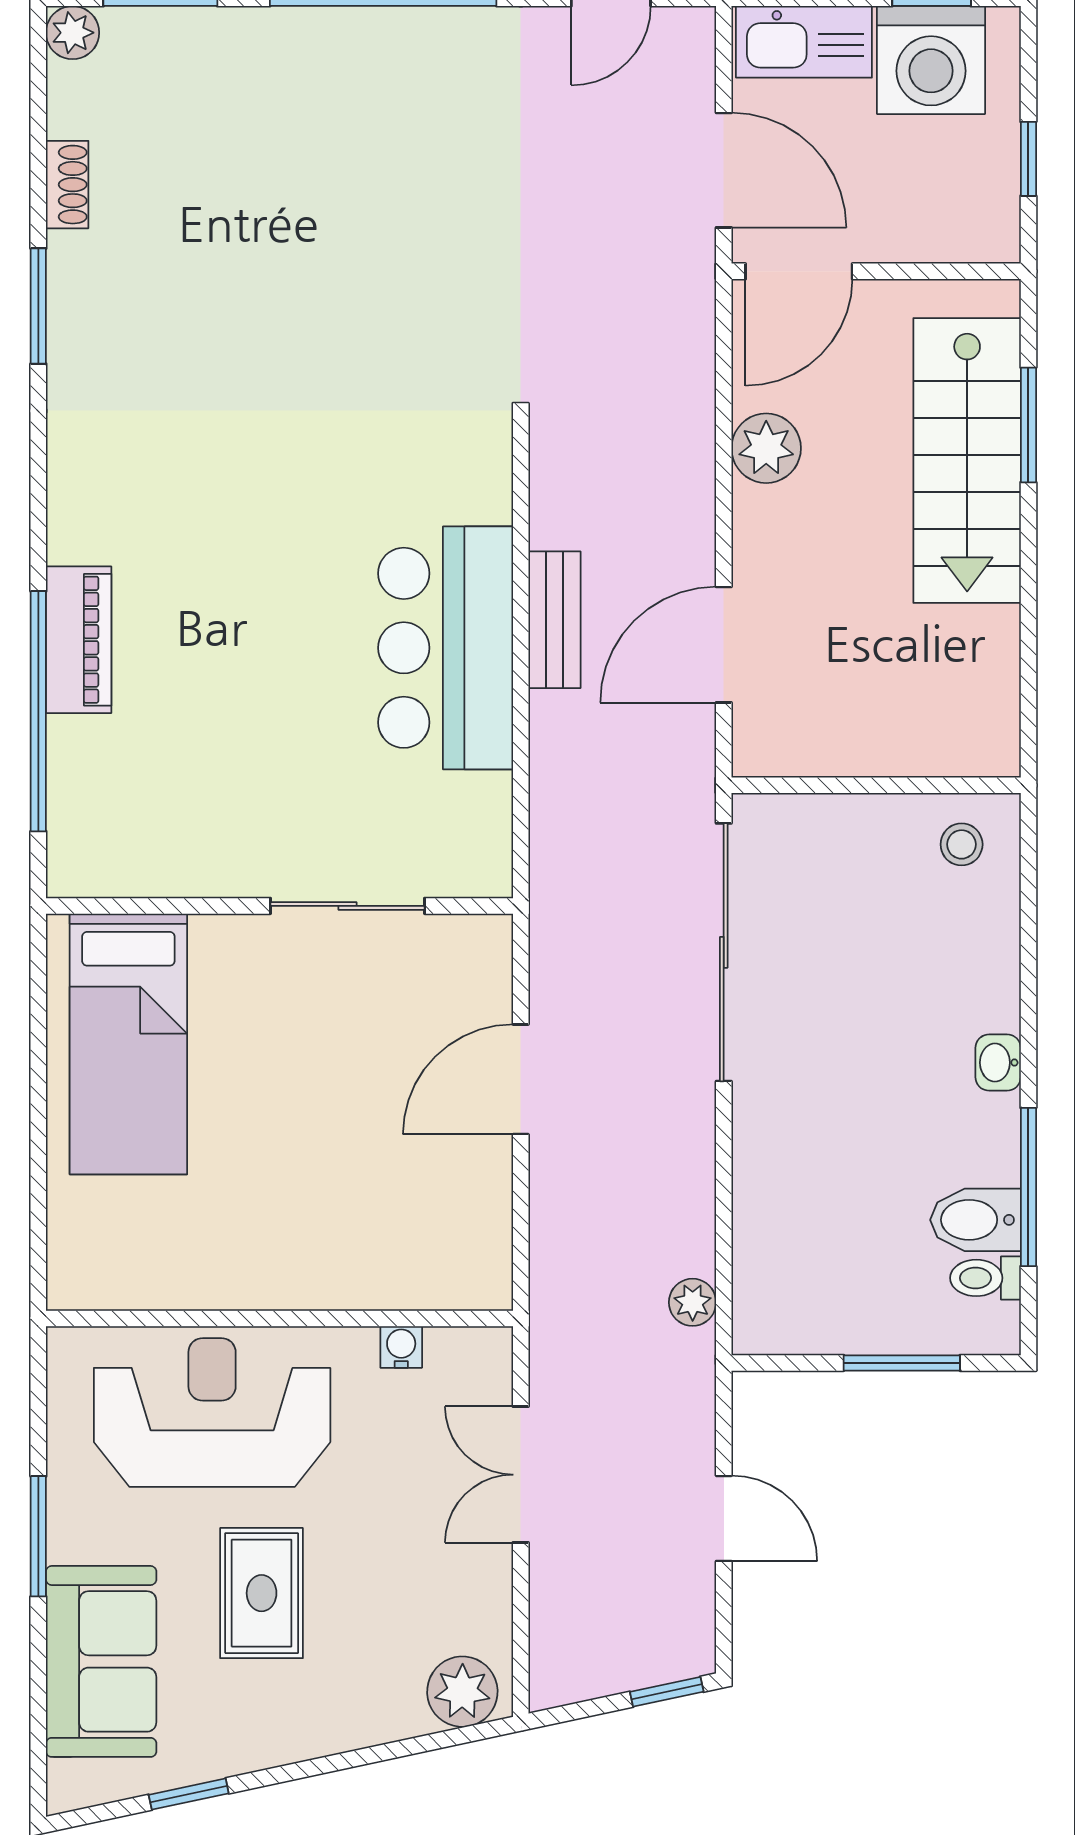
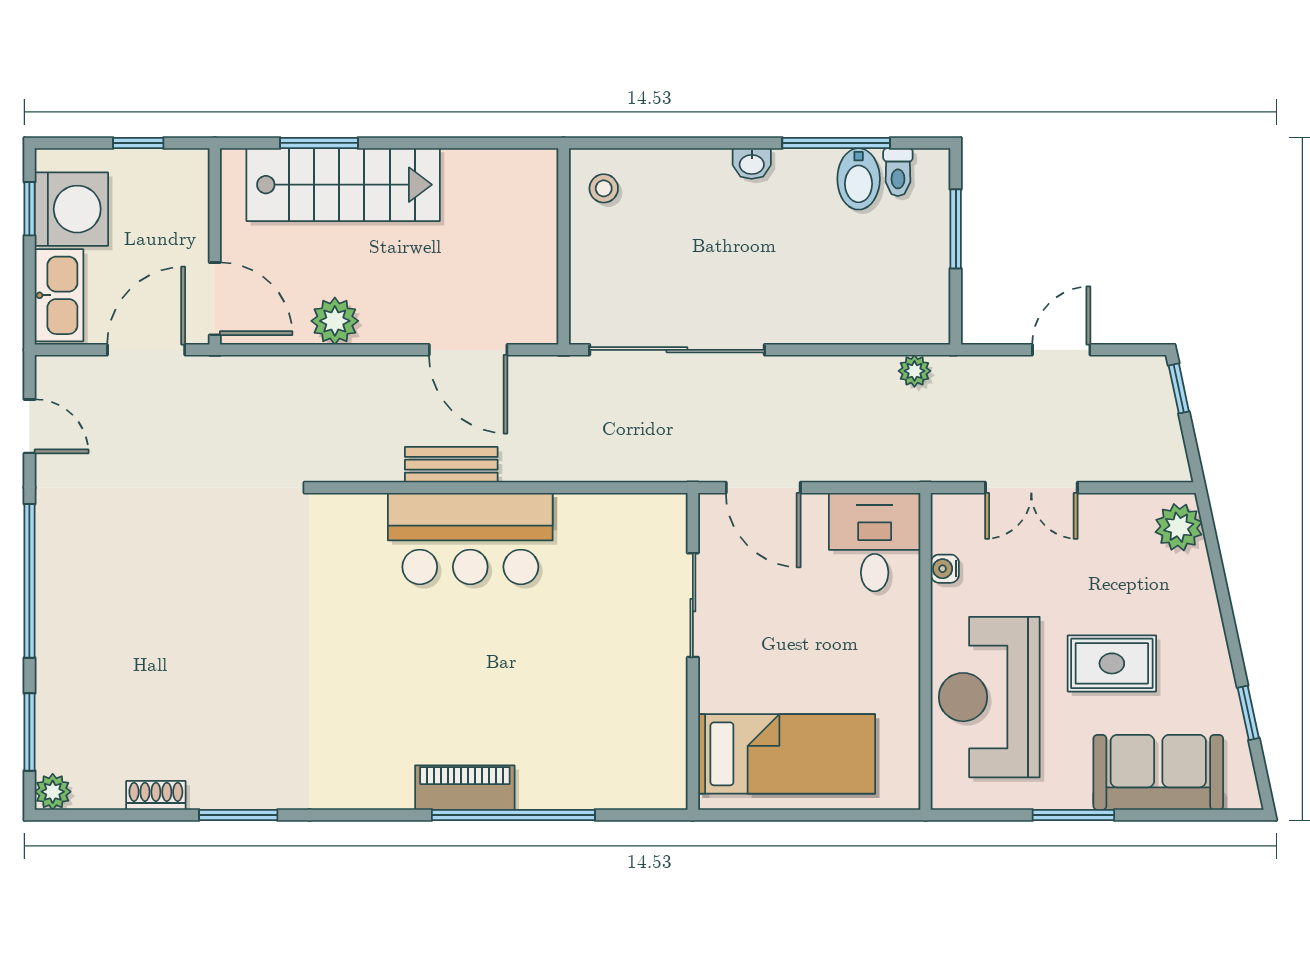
wall: (279, 906) -> (693, 651), moved
sliding door: (348, 906) -> (693, 605), moved
bed: (128, 1044) -> (787, 754), moved
desk: (440, 1244) -> (875, 542), added

